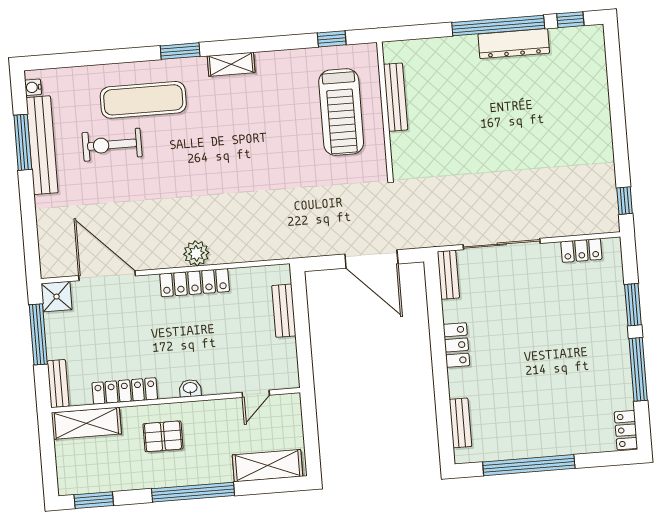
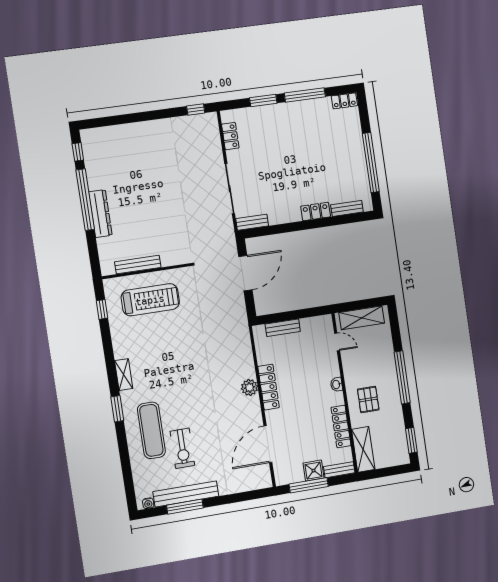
dresser: (514, 44) -> (100, 214), moved
shower: (57, 297) -> (314, 471), moved
locker: (456, 345) -> (316, 211), moved
shelving: (268, 466) -> (362, 318), moved, turned 90

